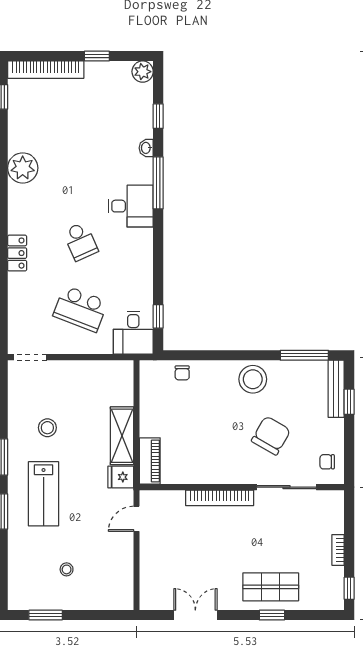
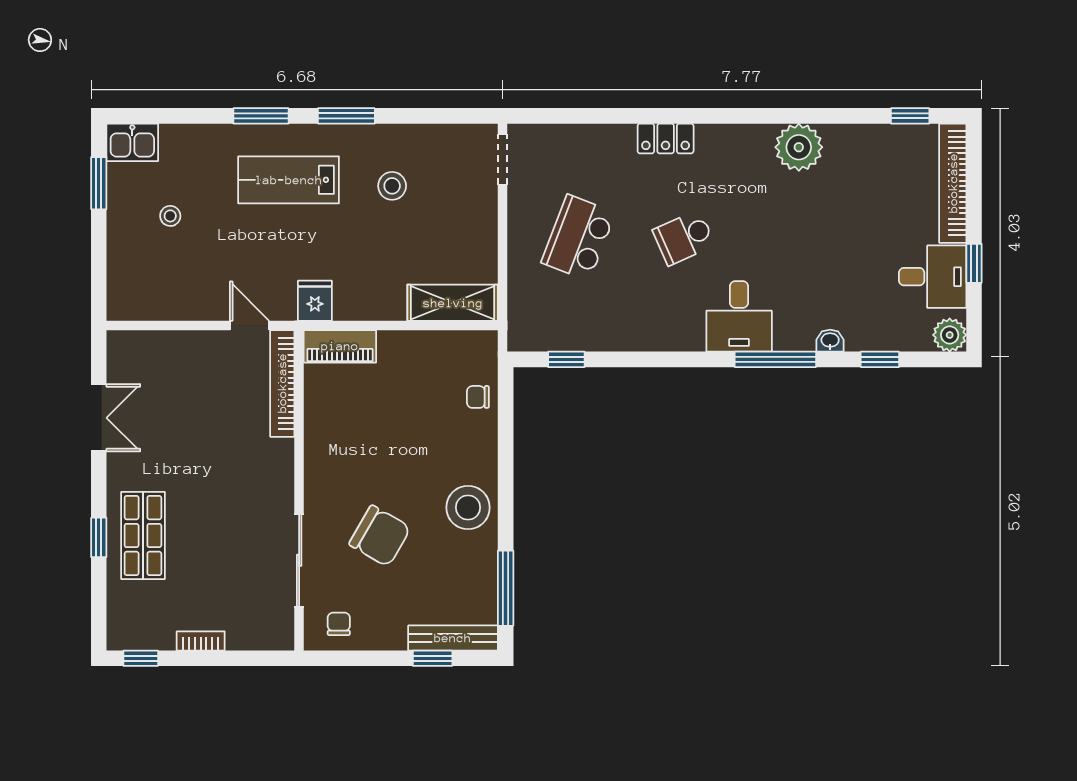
desk: (133, 333) -> (933, 277), moved, turned 180
shelving: (122, 436) -> (453, 303), moved
bookcase: (220, 498) -> (282, 383), moved
kitchen sink: (20, 594) -> (132, 142), added

